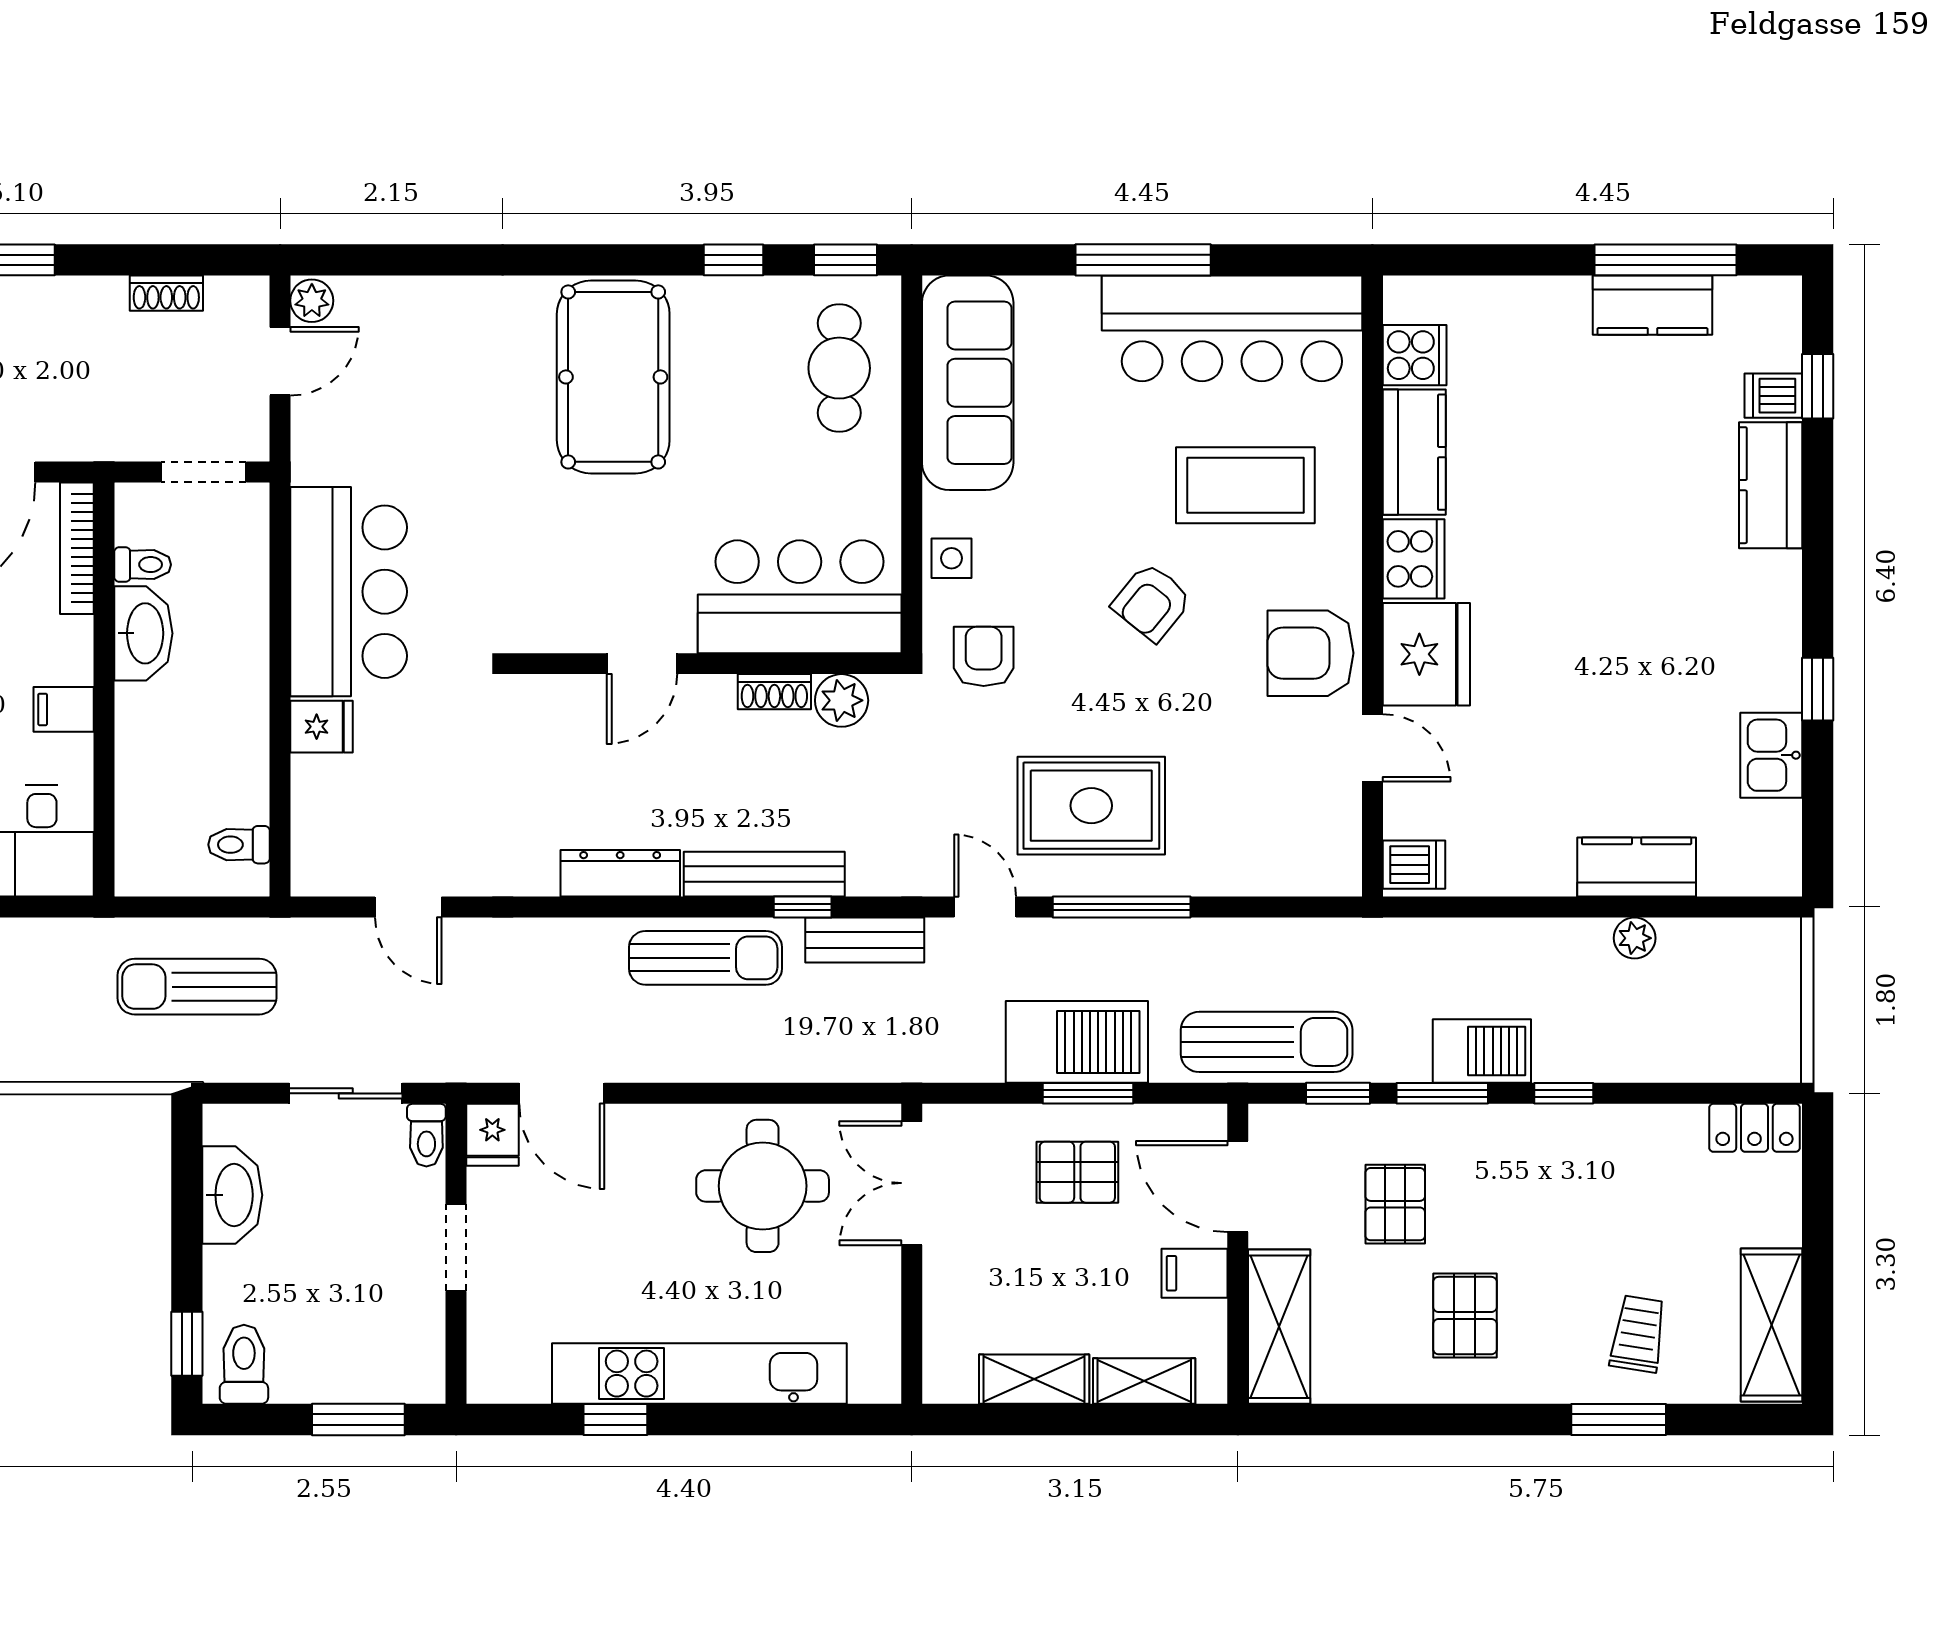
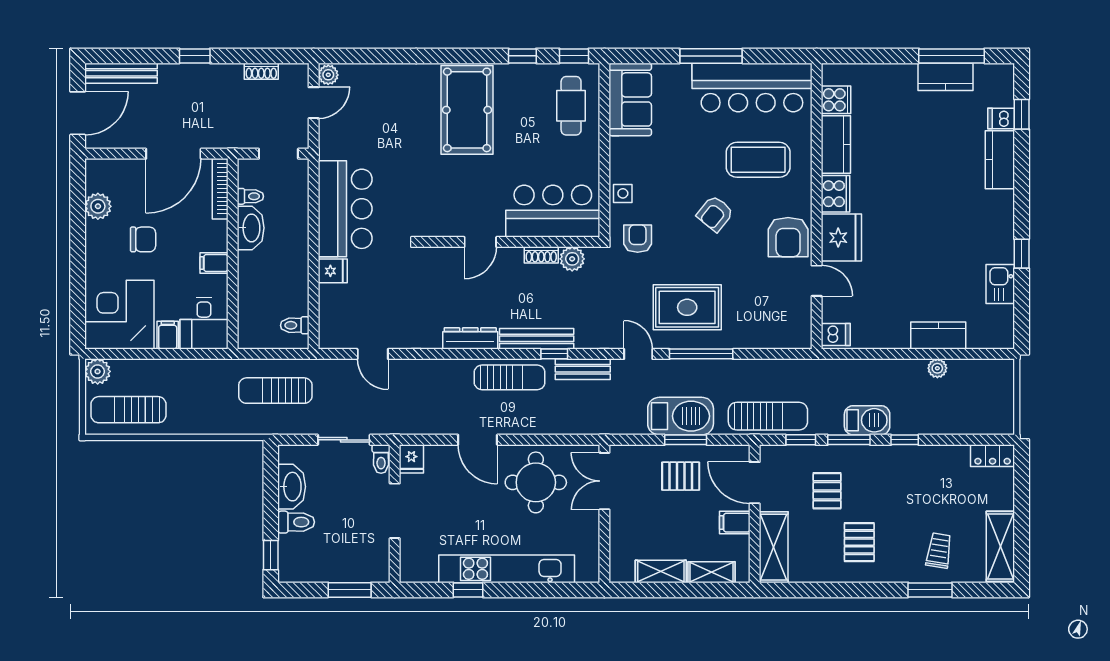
sofa: (968, 383) -> (630, 99), width x0.73
armchair: (1310, 653) -> (788, 237), turned -90
door: (562, 1093) -> (478, 440), moved
doorway: (456, 1248) -> (395, 511), width x1.38
toilet: (244, 1364) -> (296, 522), moved, turned 90

